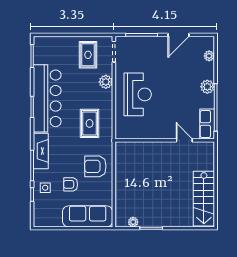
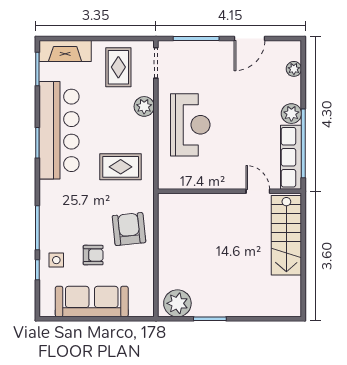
rug: (90, 123) -> (121, 167), turned 90
row of seats: (207, 124) -> (291, 157), width x1.48
fireplace: (41, 151) -> (65, 51), moved, turned 90
armchair: (95, 166) -> (129, 229), turned 84
armchair: (71, 184) -> (93, 255), turned 180
stairs: (204, 199) -> (286, 235), moved
sofa: (88, 216) -> (92, 302), moved
plant: (133, 222) -> (177, 303), width x1.87, depth x1.87

